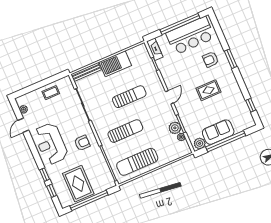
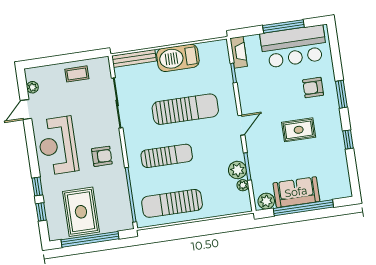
window: (180, 24) -> (283, 26), width x0.68
sun lounger: (129, 97) -> (185, 109), width x1.36, depth x1.34
window: (251, 105) -> (348, 140), moved

